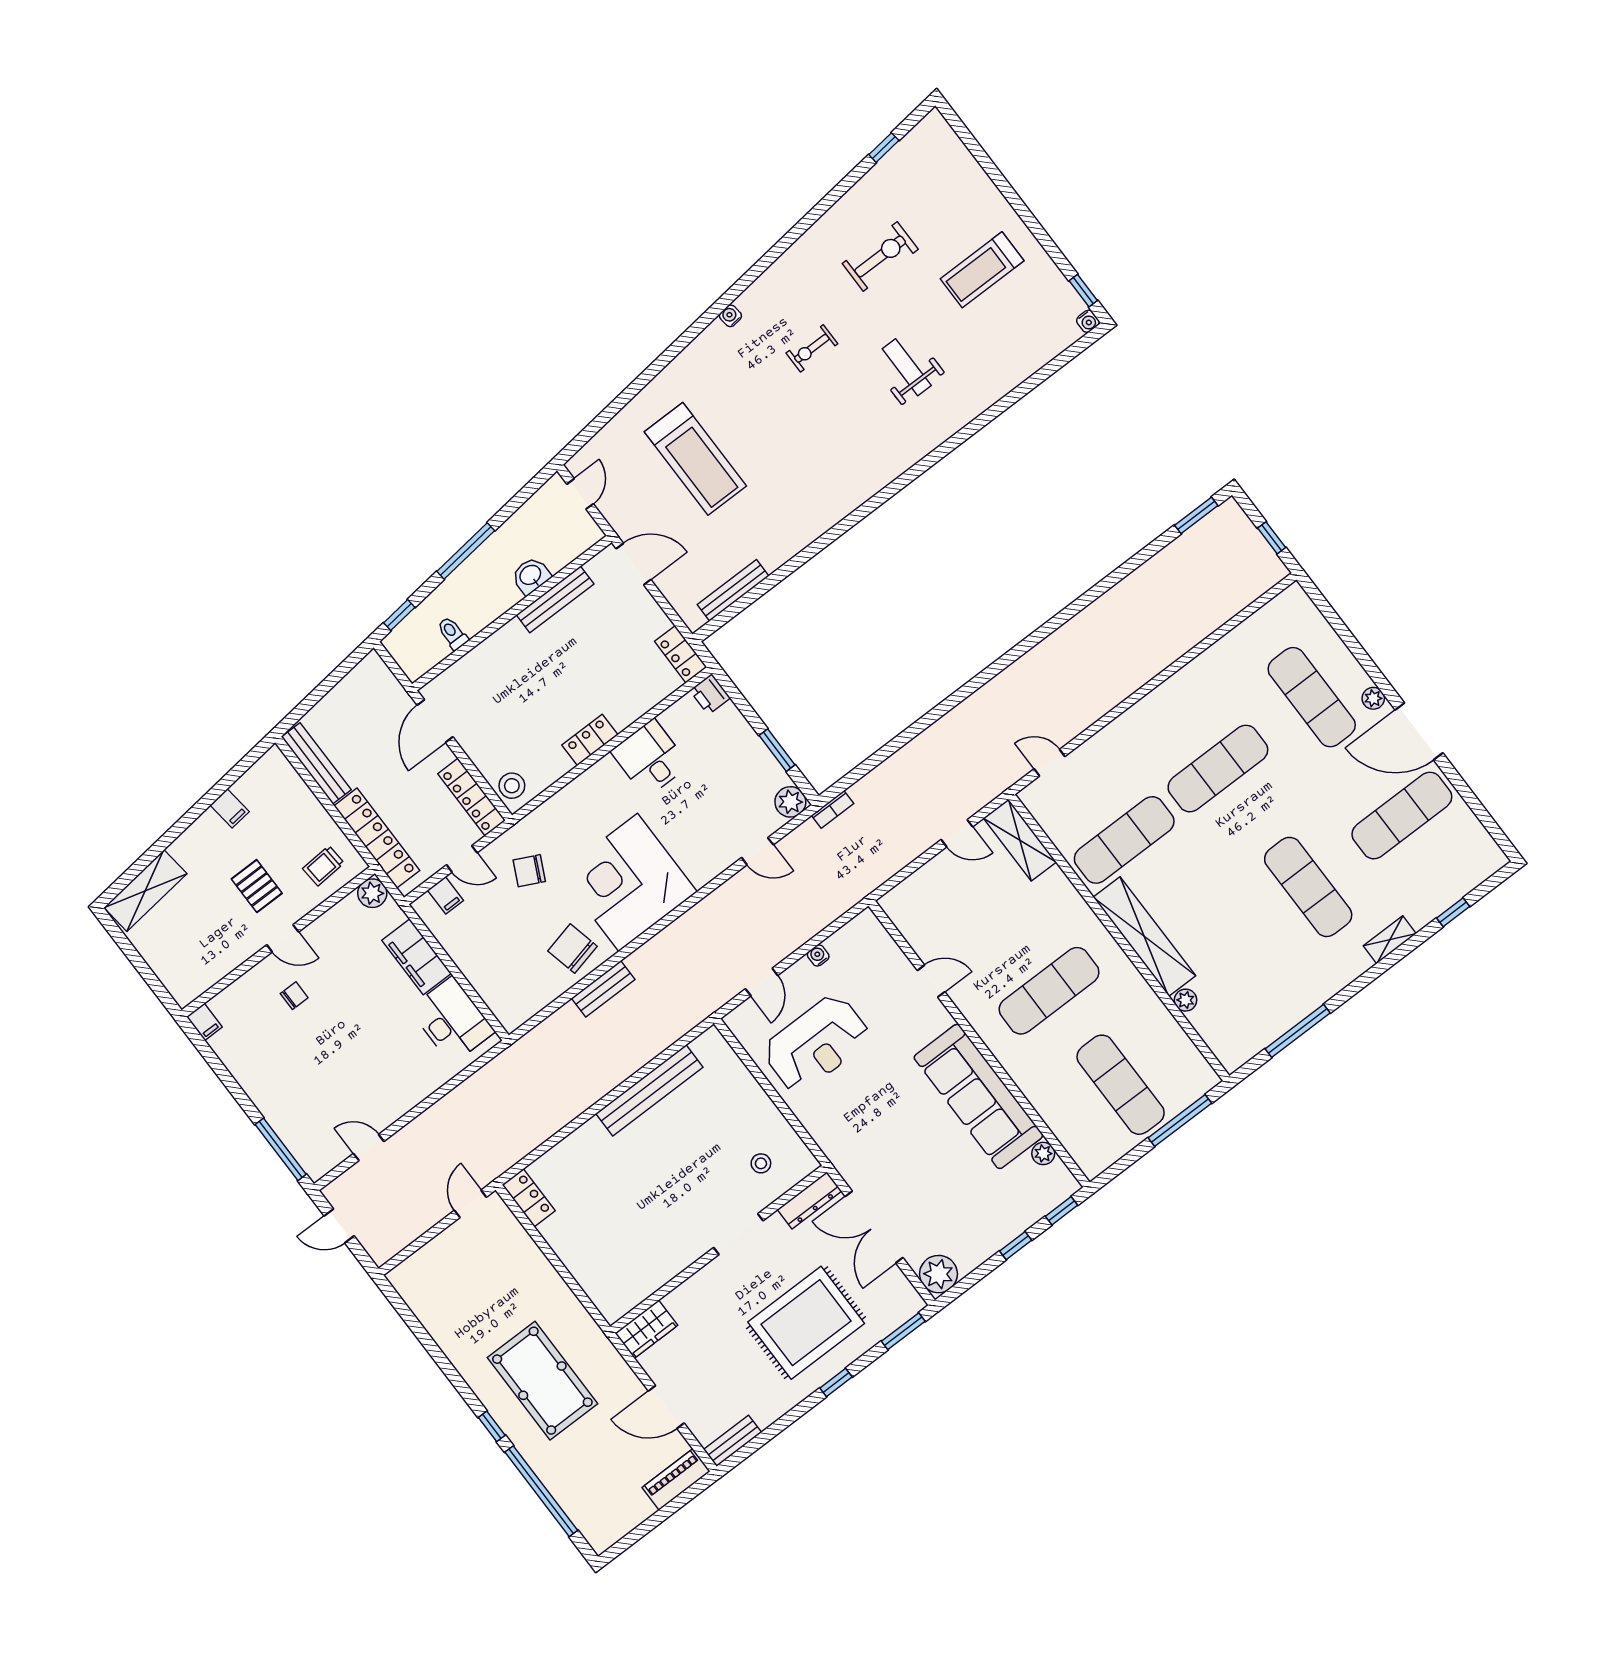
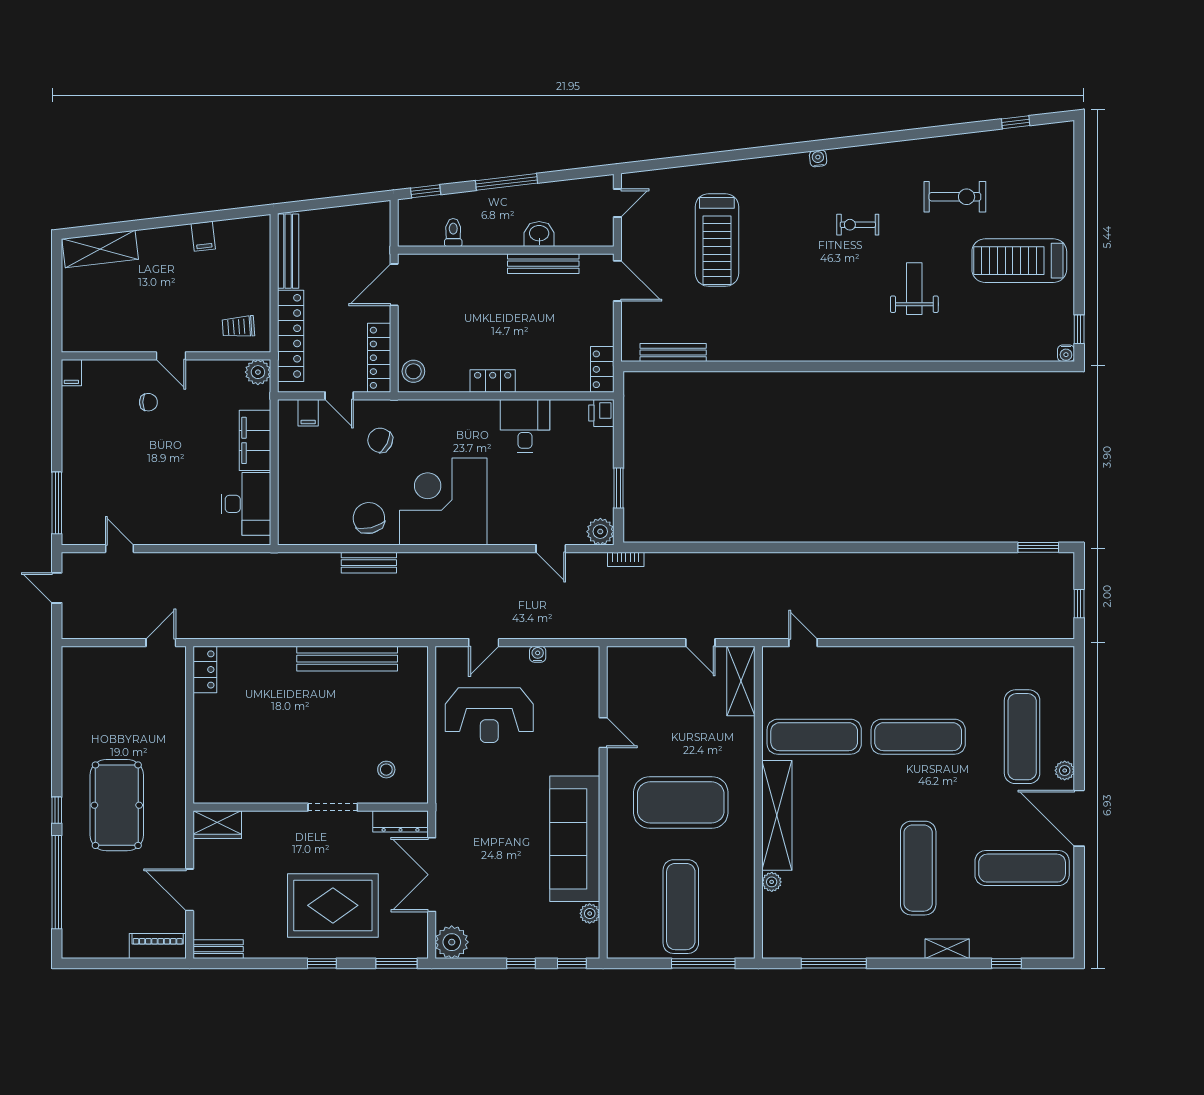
treadmill: (982, 270) -> (1019, 261), width x1.37, depth x1.38
pallet: (257, 886) -> (181, 305), removed
exercise mat: (1049, 991) -> (681, 802), width x1.47

